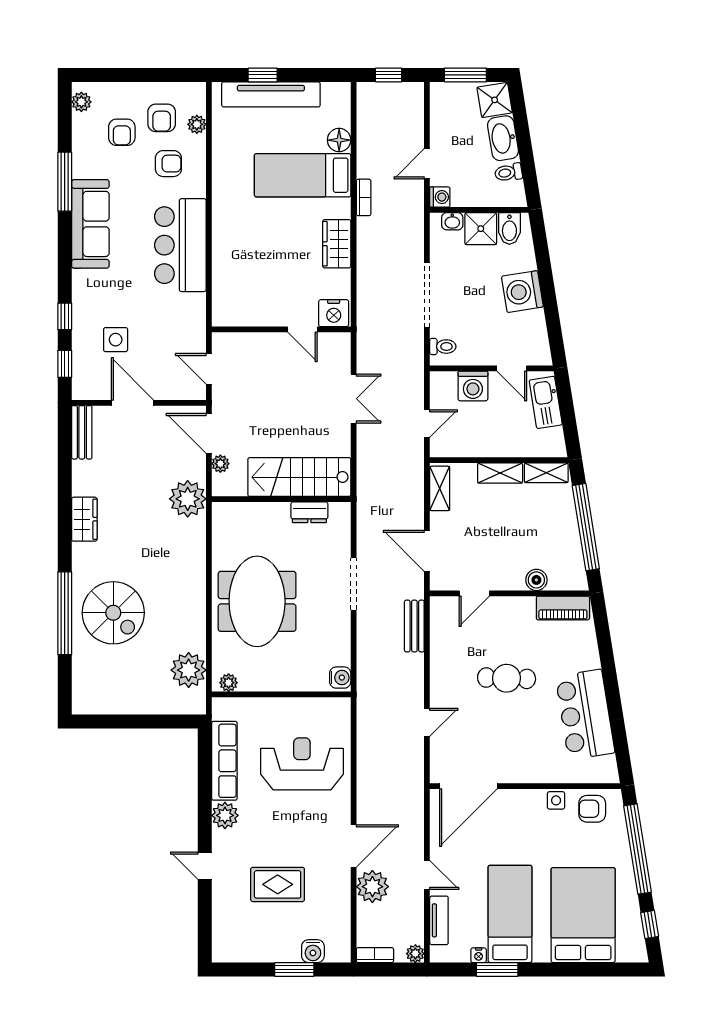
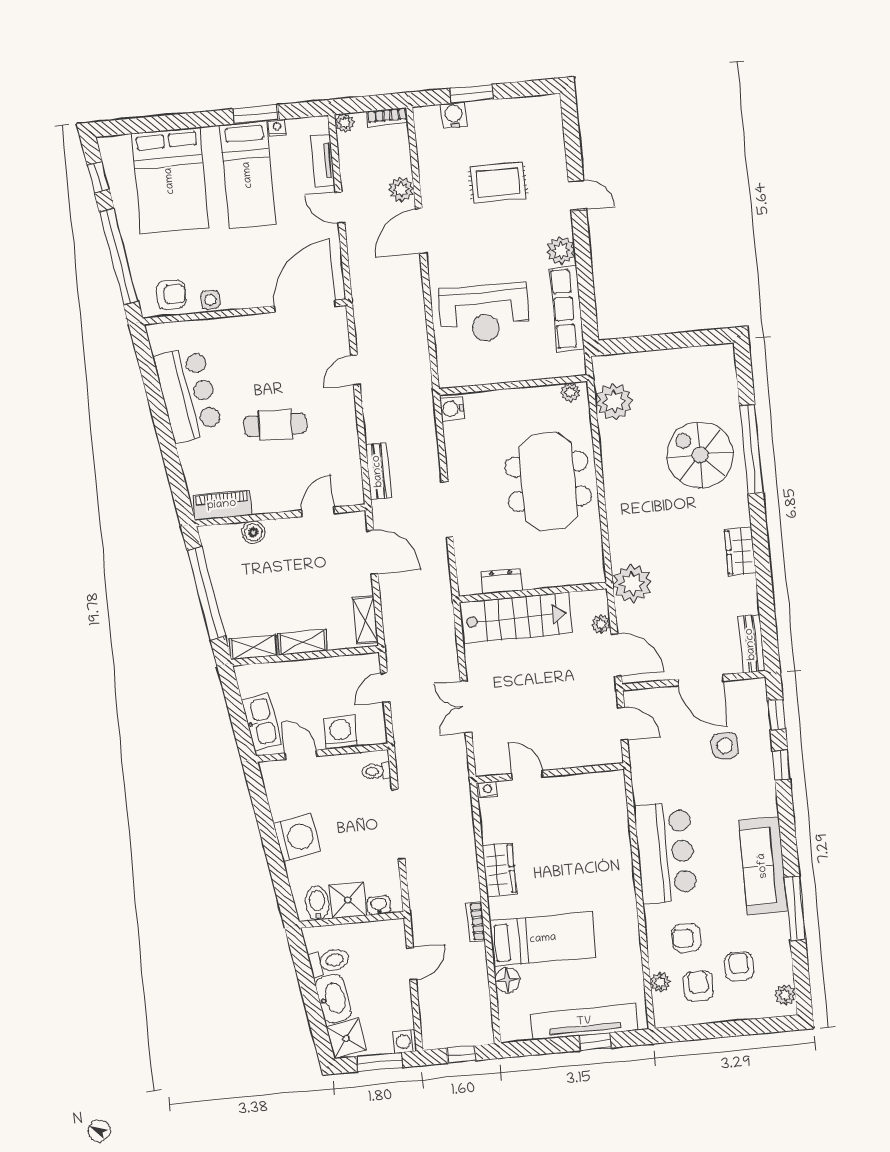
toilet: (508, 172) -> (329, 961), width x1.37, depth x1.39
washing machine: (440, 197) -> (405, 1041), moved
nightstand: (334, 313) -> (488, 790), width x0.53, depth x0.56
plant: (372, 887) -> (401, 189), width x0.73, depth x0.73

